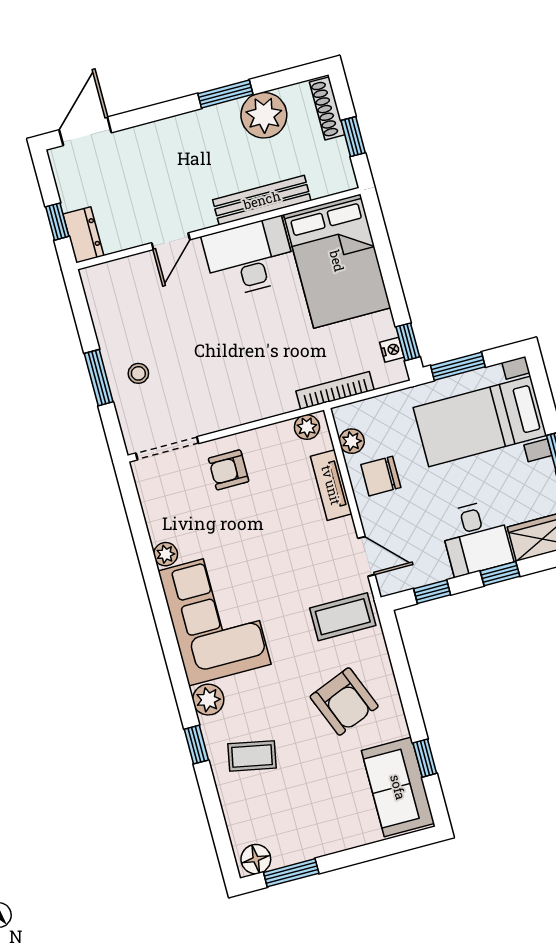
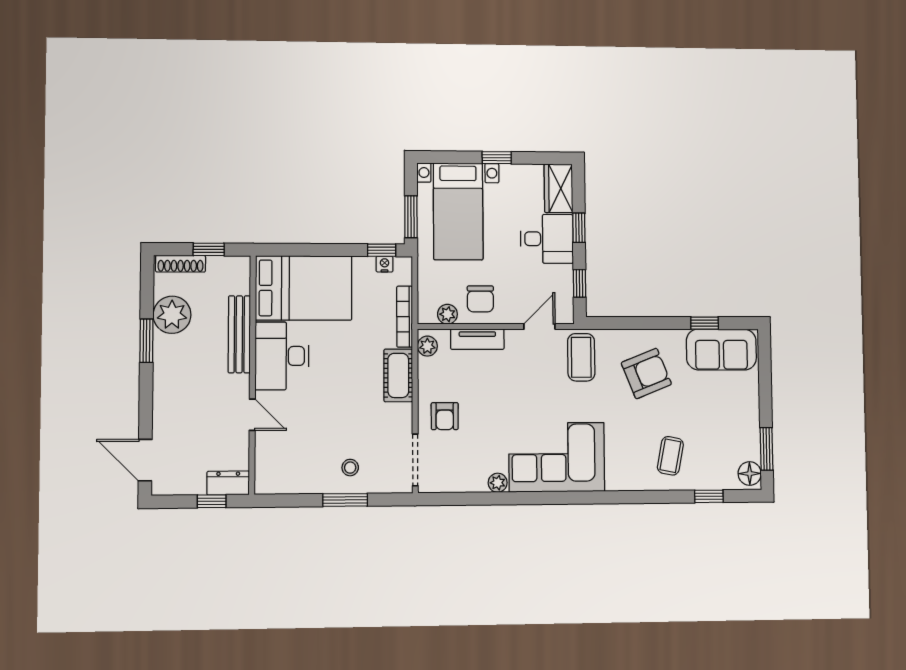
cot: (263, 402) -> (398, 375), added
plant: (208, 700) -> (619, 479), removed
window: (196, 745) -> (709, 496), moved

